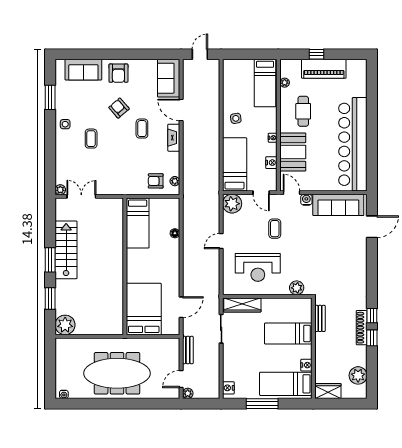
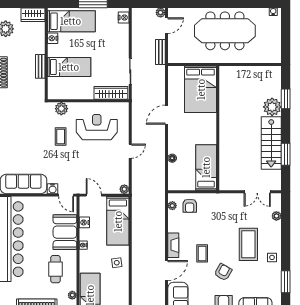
armchair: (119, 108) -> (223, 272), turned -109
door: (181, 110) -> (167, 270), hinge flipped
coffee table: (91, 139) -> (248, 244), width x1.86, depth x1.72
armchair: (156, 181) -> (190, 206), turned 90
plant: (60, 190) -> (276, 216), moved
plant: (232, 204) -> (124, 189), width x0.53, depth x0.53
coffee table: (275, 229) -> (61, 137), moved
window: (50, 260) -> (286, 154), moved
door: (181, 307) -> (167, 115), moved
bench: (320, 318) -> (40, 66), moved
plant: (65, 325) -> (272, 107), moved

